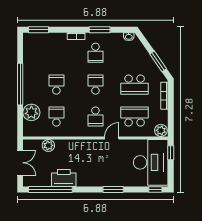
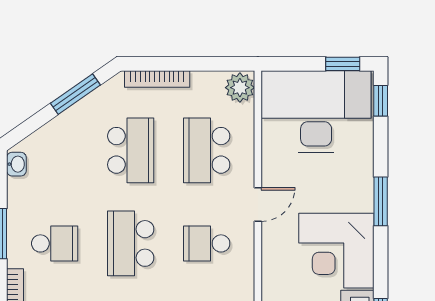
school desk: (95, 85) -> (131, 243), width x1.85
school desk: (95, 117) -> (207, 243), turned 180
door: (112, 138) -> (258, 204), swing flipped
window: (171, 153) -> (343, 64), moved
corner desk: (92, 171) -> (336, 251), added

